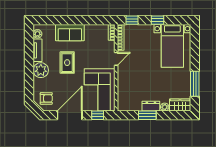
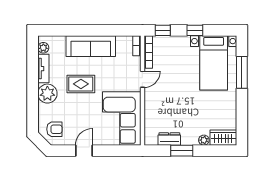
sofa: (70, 33) -> (91, 46), width x1.36
rug: (67, 63) -> (81, 84), turned 90
window: (195, 84) -> (242, 72), moved
dresser: (151, 106) -> (169, 139), moved
door: (70, 115) -> (84, 151), width x0.53
window: (98, 115) -> (119, 151), removed

